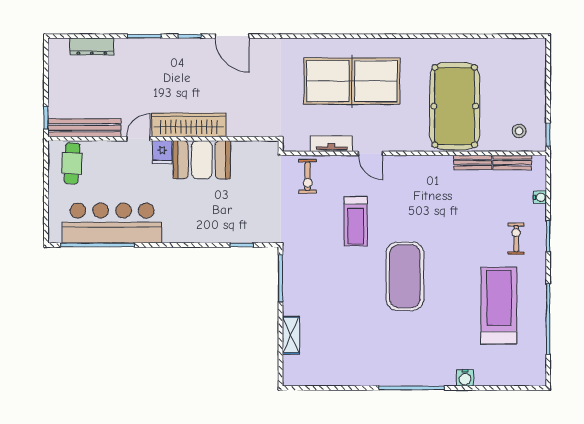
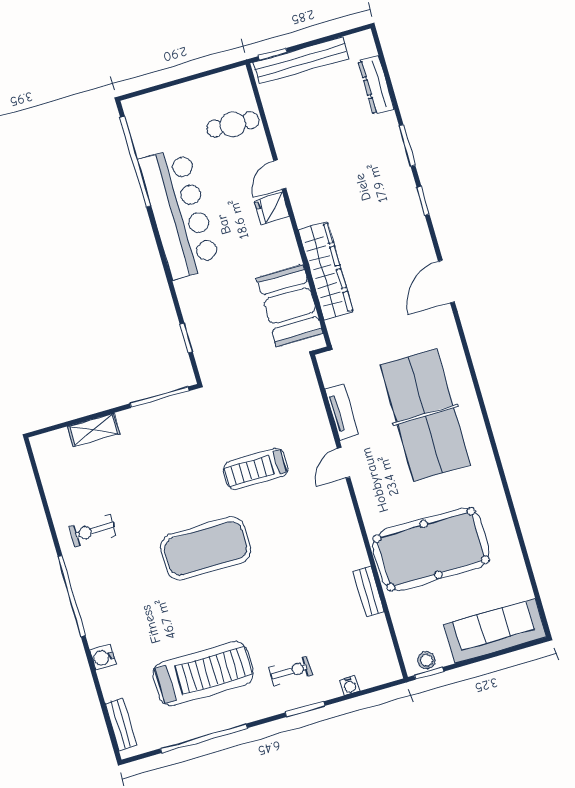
door: (232, 36) -> (446, 282), moved
sofa: (530, 75) -> (495, 631), added
wardrobe: (189, 125) -> (326, 271), moved
bench: (84, 128) -> (301, 61), moved, turned 90
stool: (519, 131) -> (427, 660), moved
door: (138, 139) -> (280, 175), swing flipped
booth: (202, 160) -> (290, 306), moved
cafe table: (72, 163) -> (233, 124), moved
bench: (512, 163) -> (121, 724), moved
exercise bike: (308, 176) -> (93, 531), moved
bar counter: (112, 223) -> (179, 213), moved

